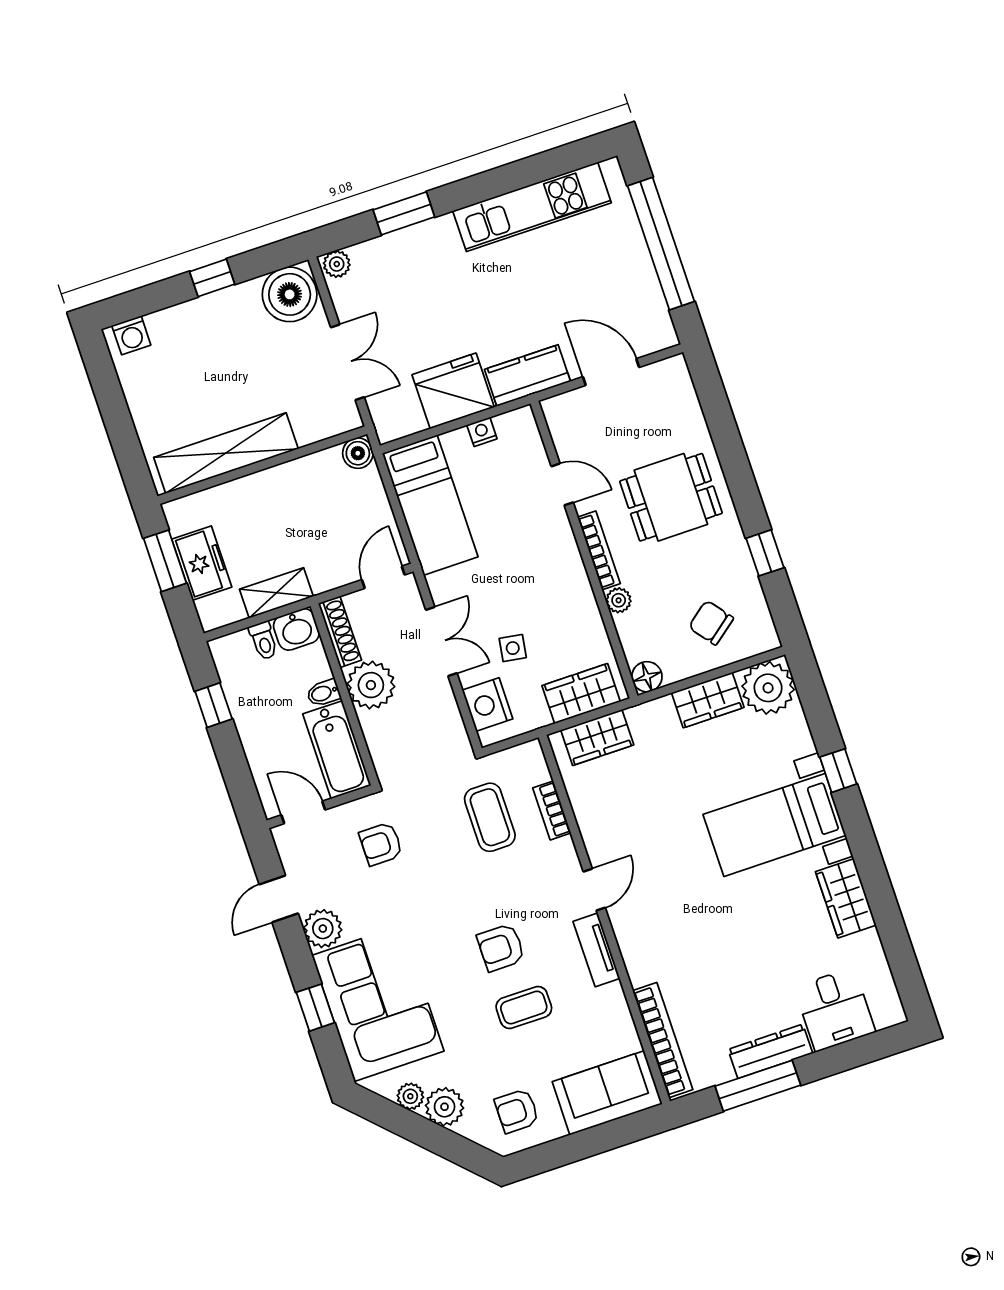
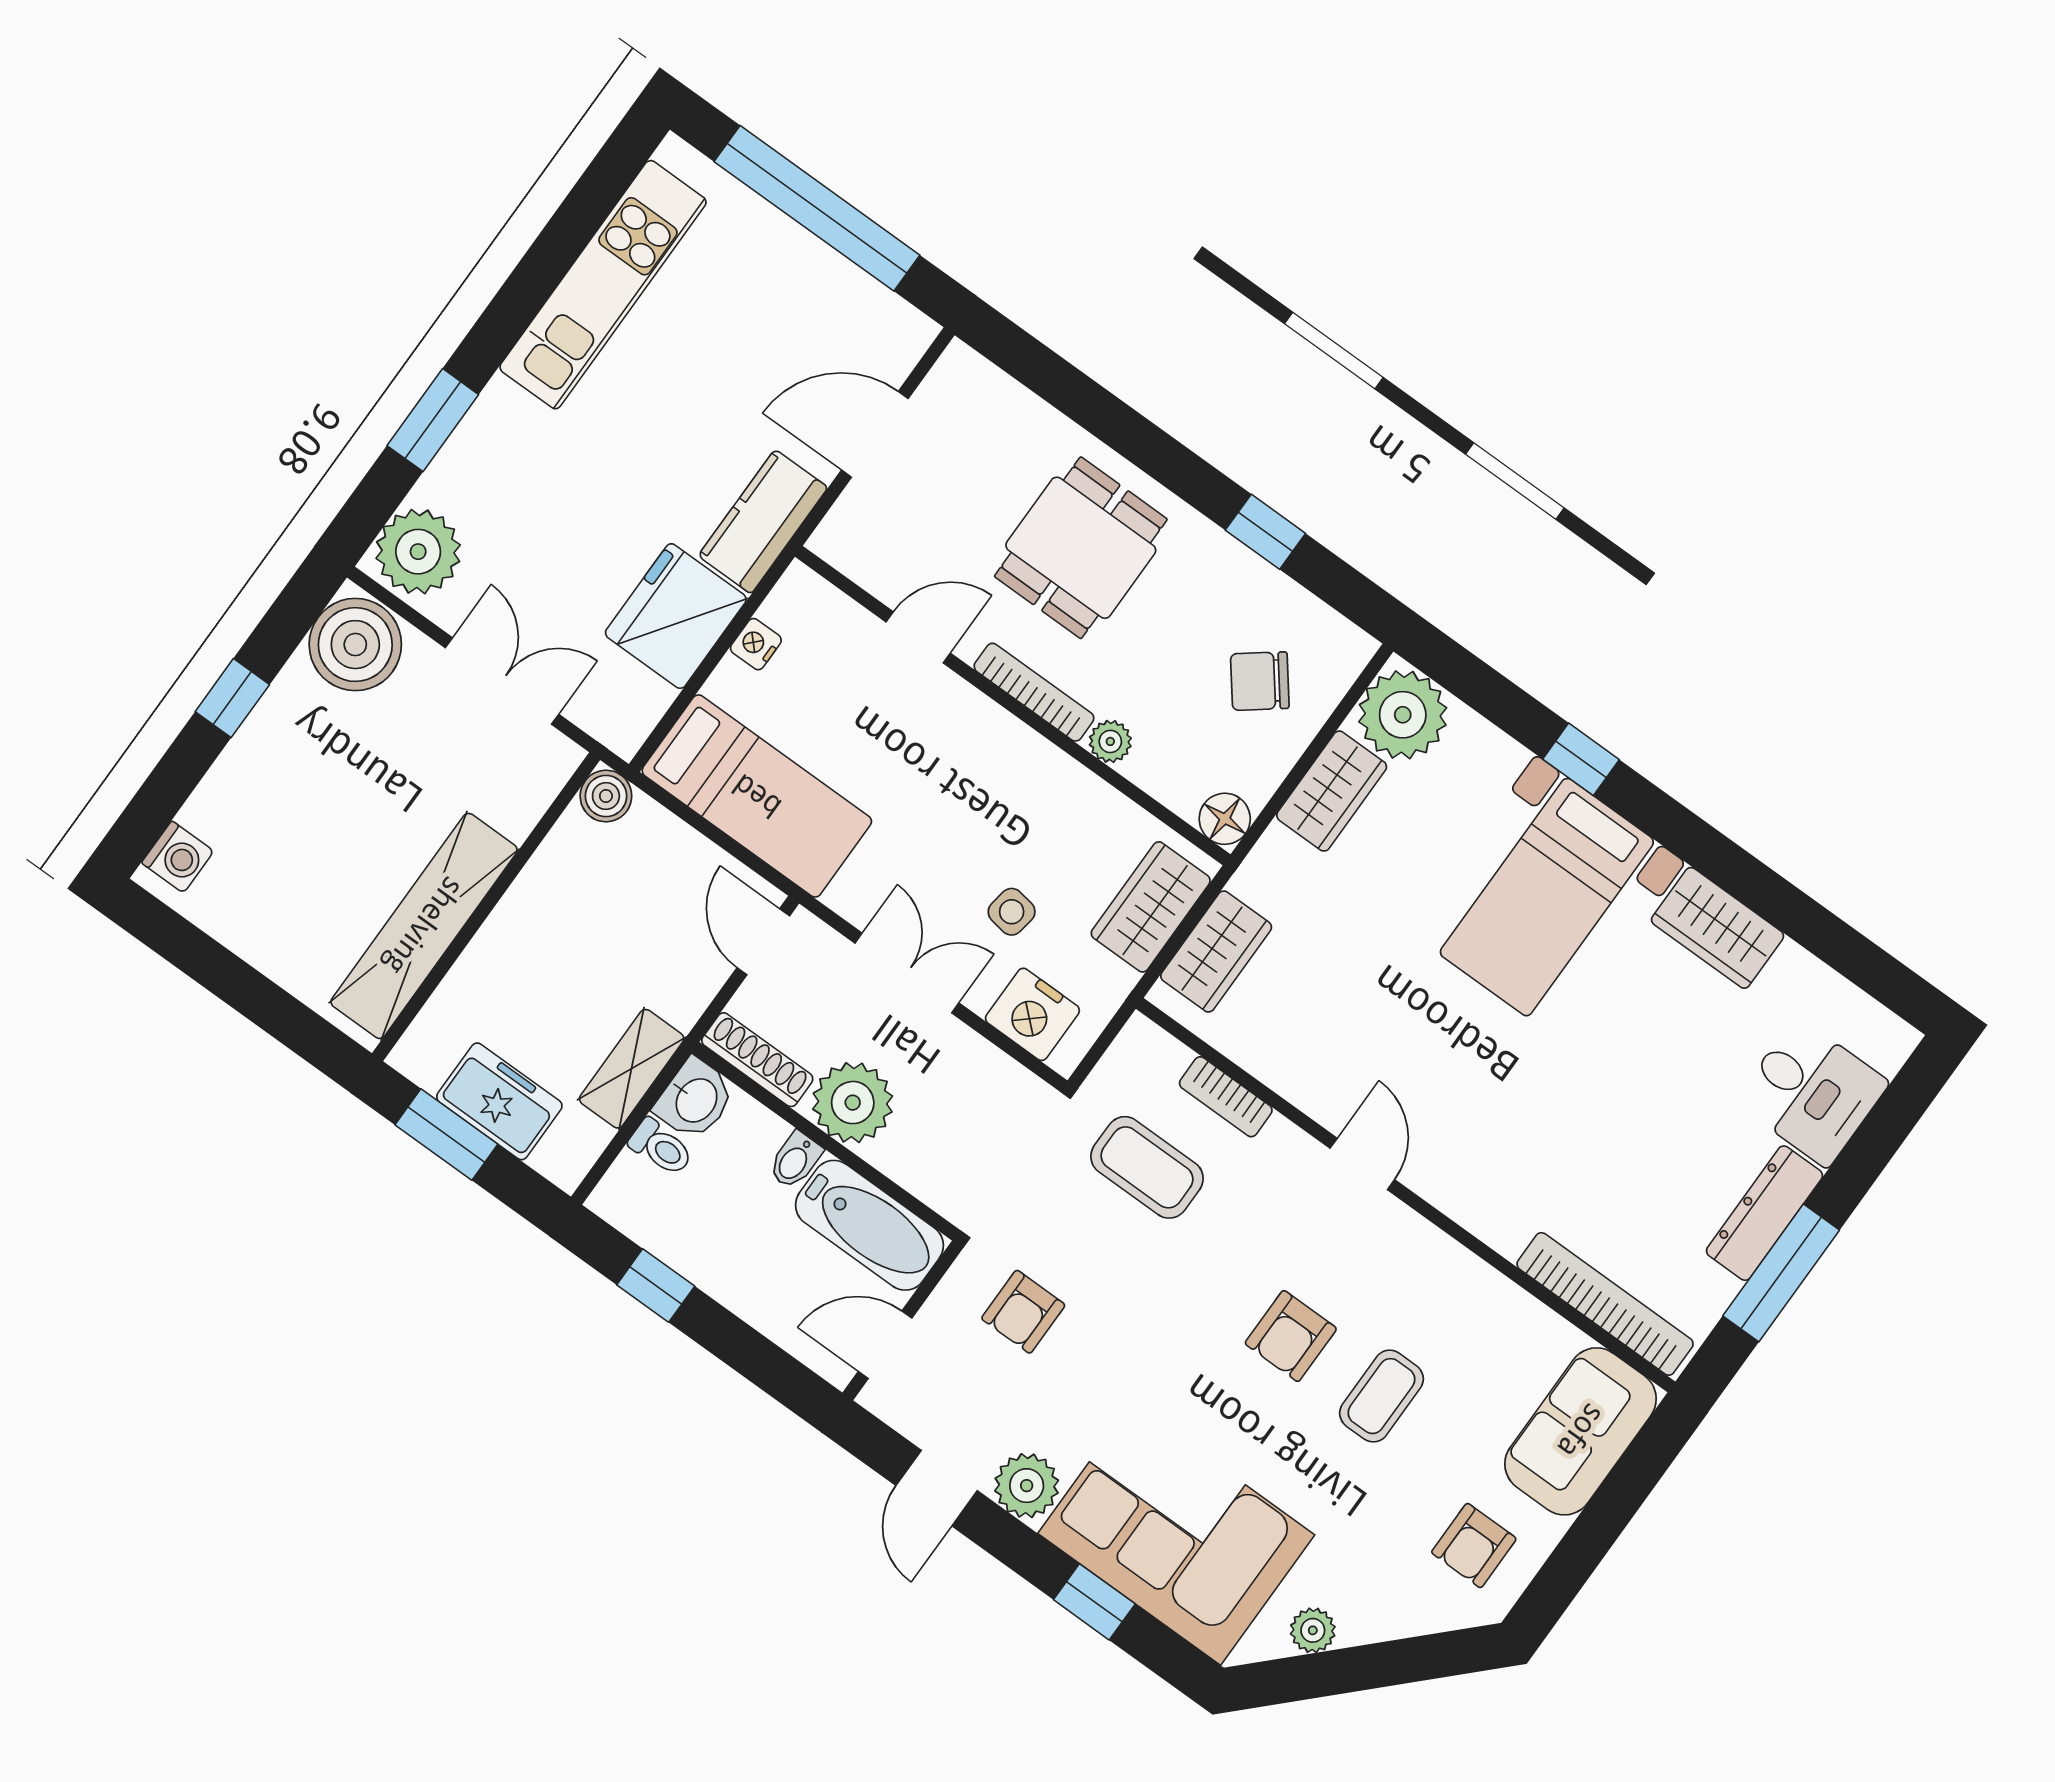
plant: (337, 264) -> (418, 552), width x1.87, depth x1.87
tv unit: (597, 950) -> (1425, 1245), removed
plant: (445, 1107) -> (1370, 1611), removed

